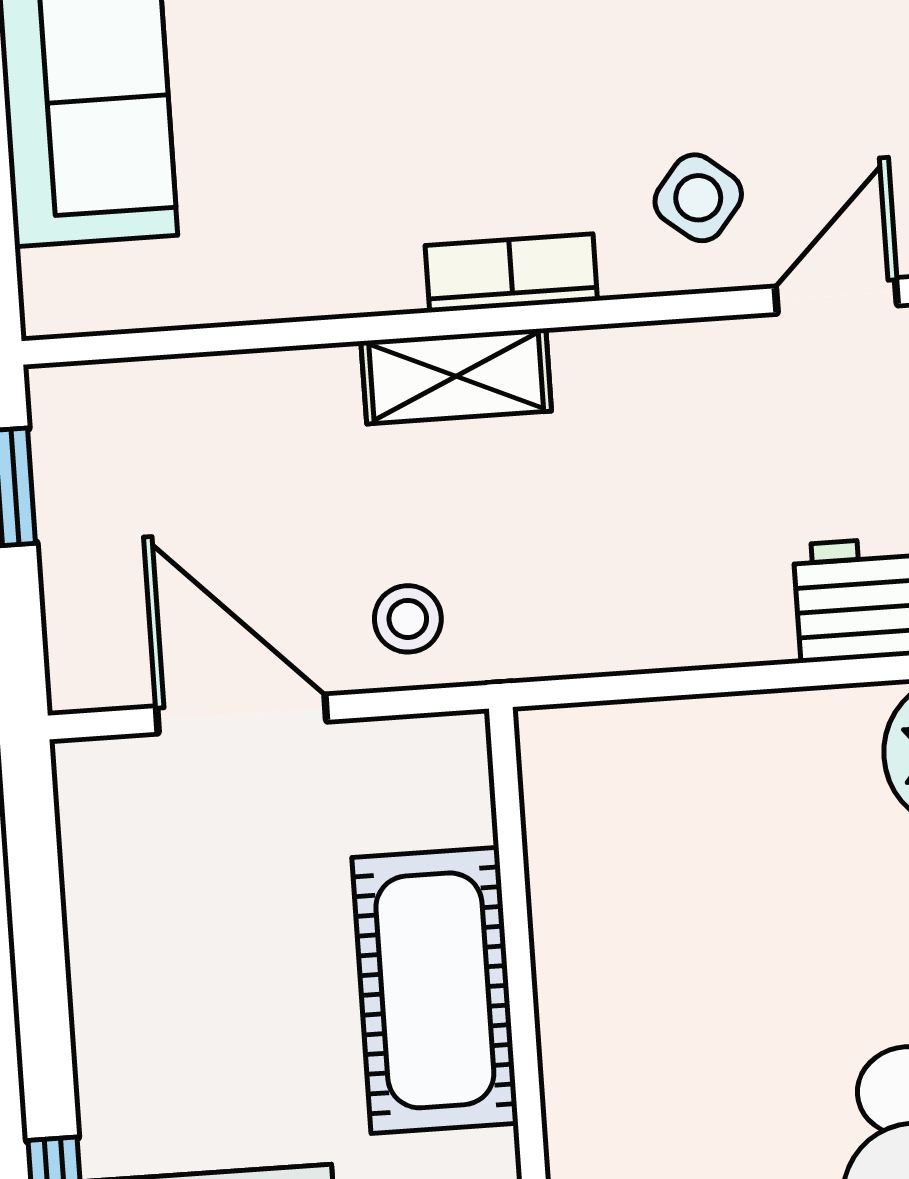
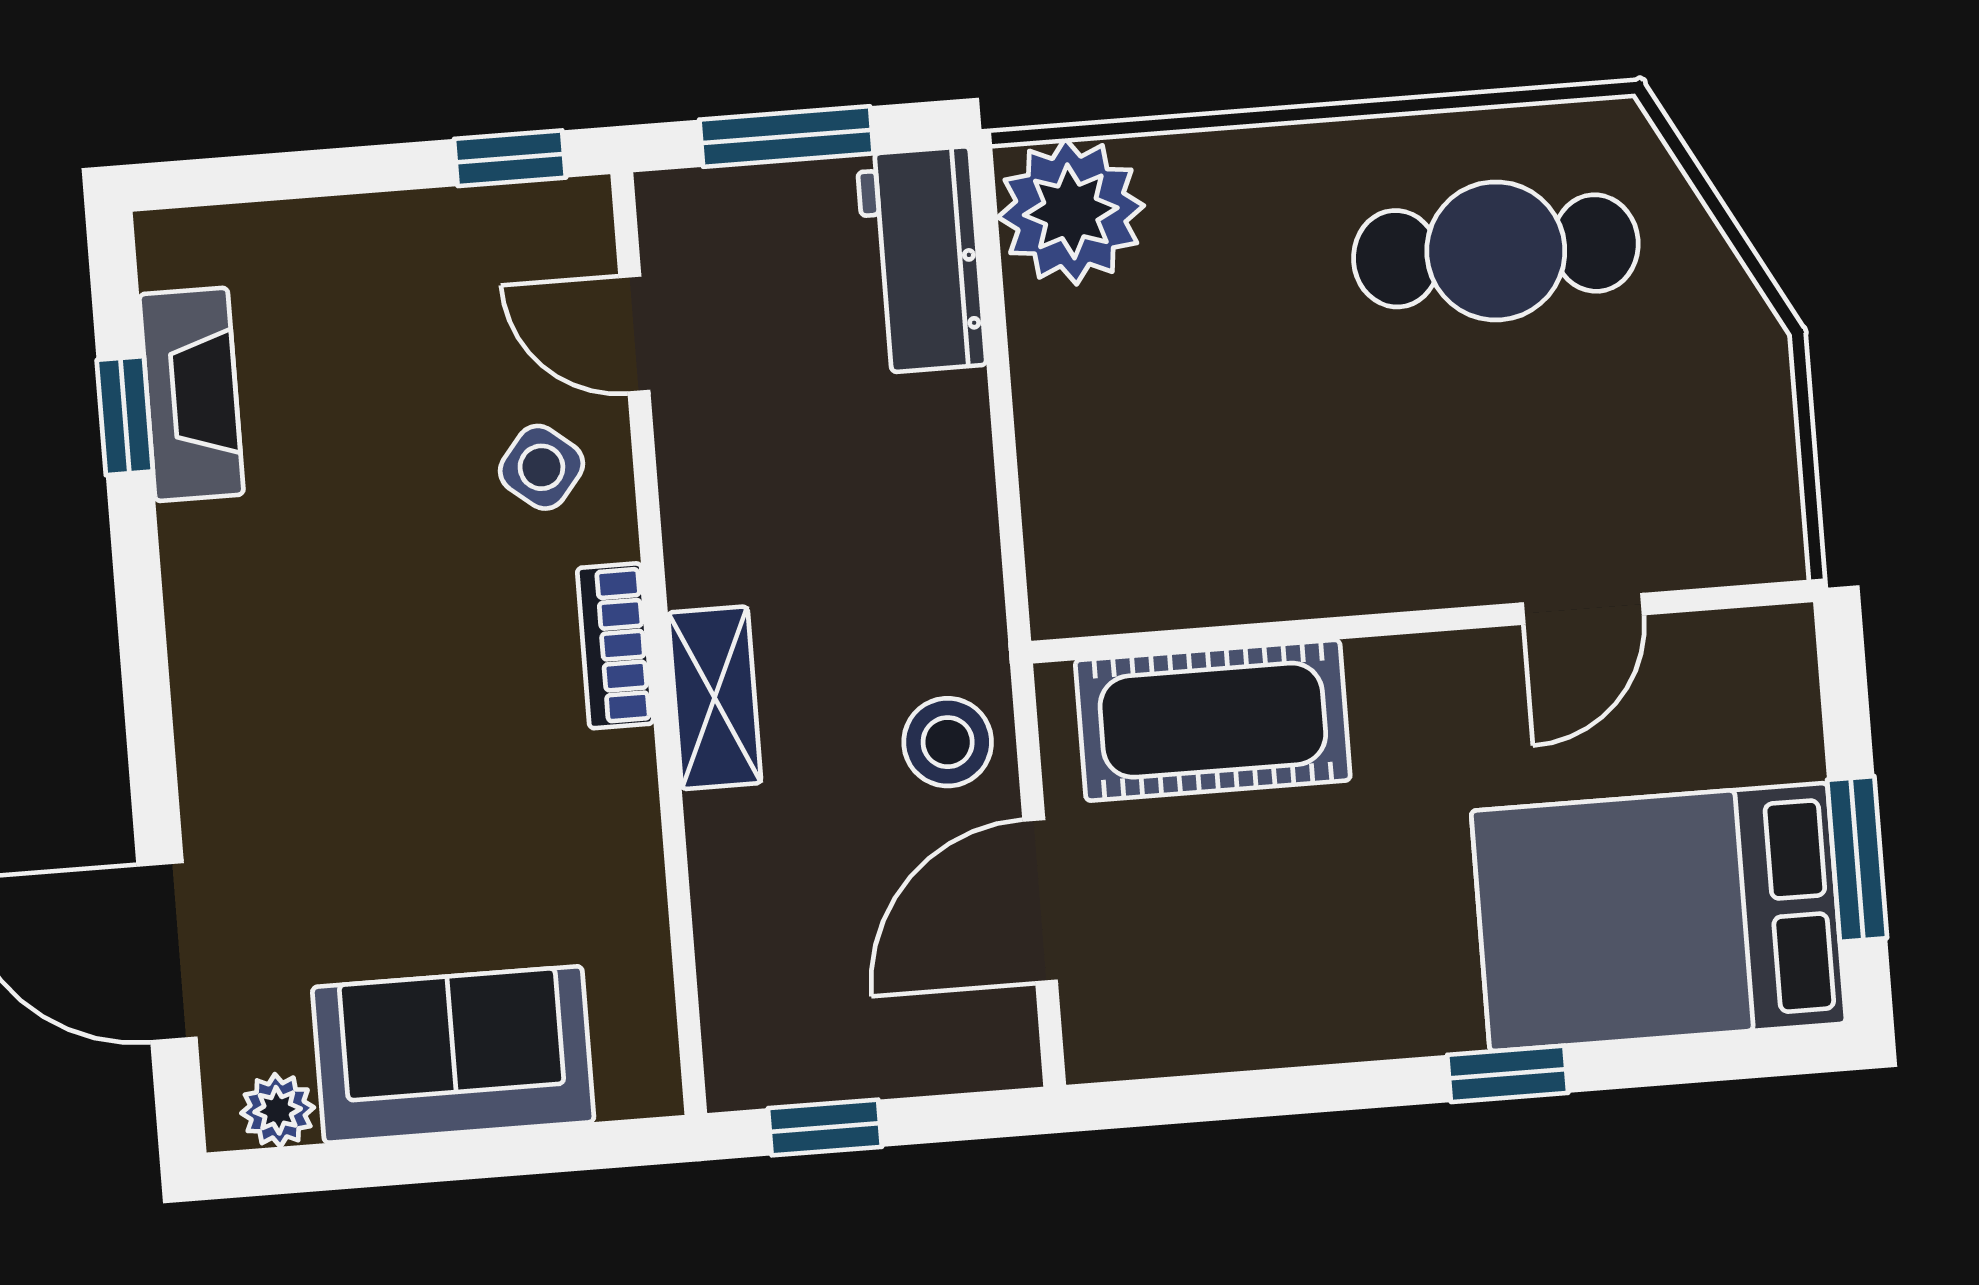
stool: (408, 619) -> (948, 742), width x1.37, depth x1.37
cot: (435, 990) -> (1213, 720), moved

